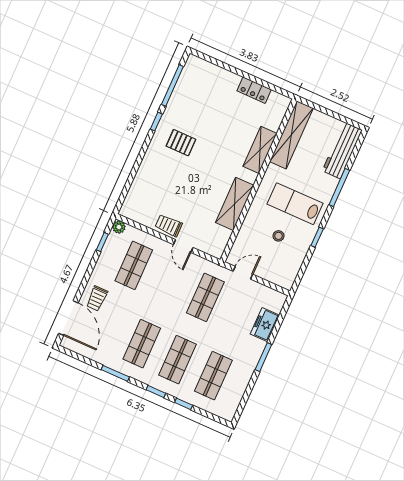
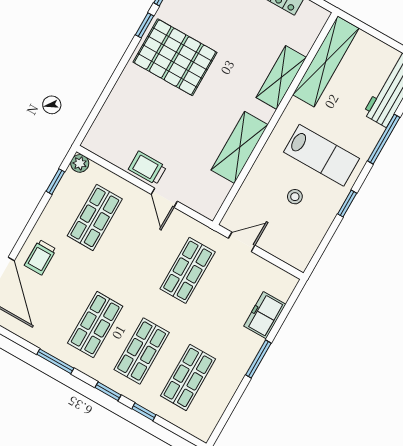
pallet: (181, 143) -> (175, 57), width x2.05, depth x2.00
lab bench: (295, 204) -> (322, 155), turned 180

